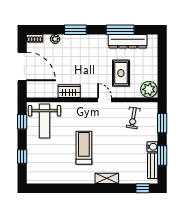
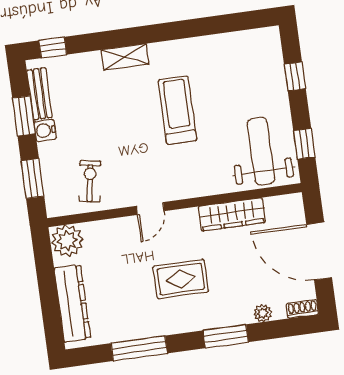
dresser: (128, 41) -> (72, 303), moved, turned 90
rug: (121, 73) -> (181, 279), moved, turned 90
wardrobe: (69, 91) -> (232, 214), width x1.50
door: (105, 100) -> (150, 208), hinge flipped
treadmill: (84, 148) -> (177, 110), turned 180

